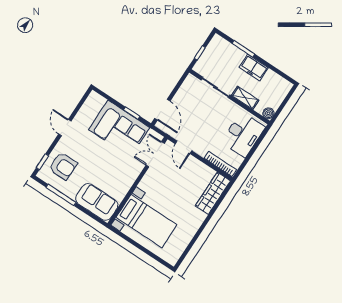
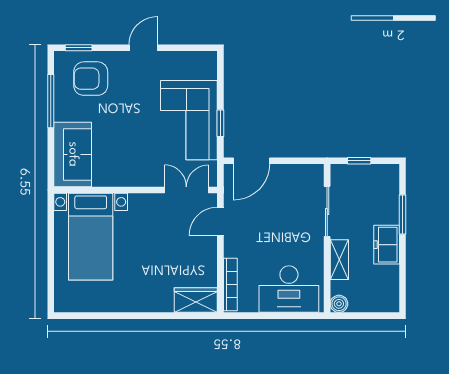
armchair: (63, 166) -> (91, 79), turned 90
wardrobe: (213, 193) -> (196, 300), width x0.67

